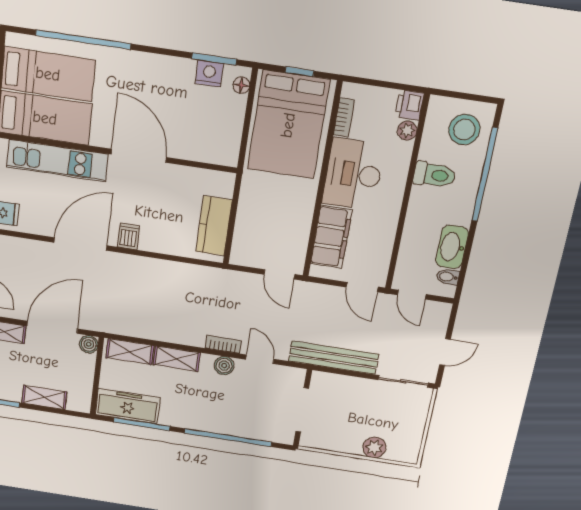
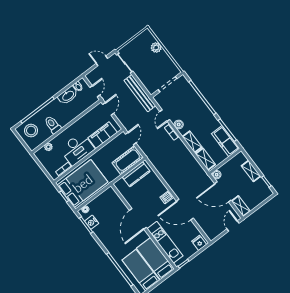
printer: (409, 105) -> (41, 154), removed
cot: (250, 236) -> (128, 160), added

